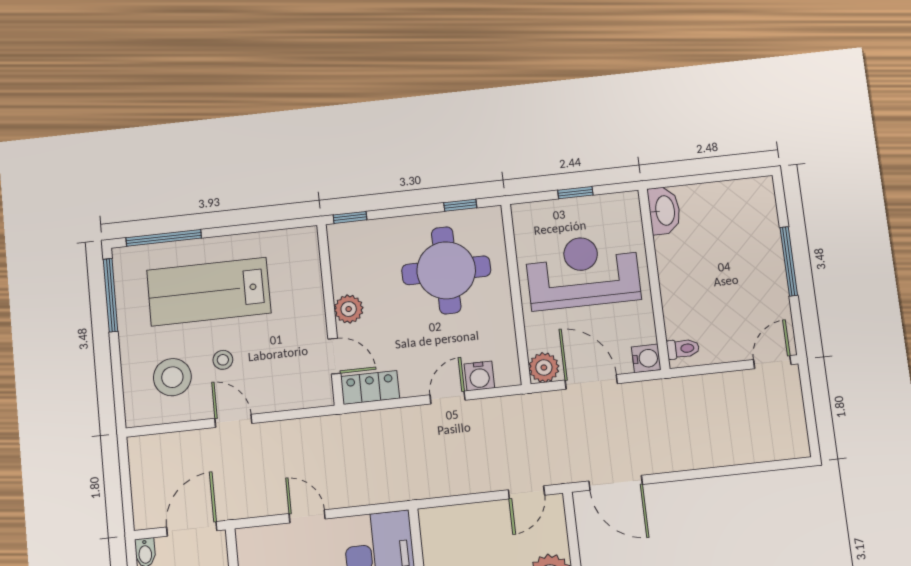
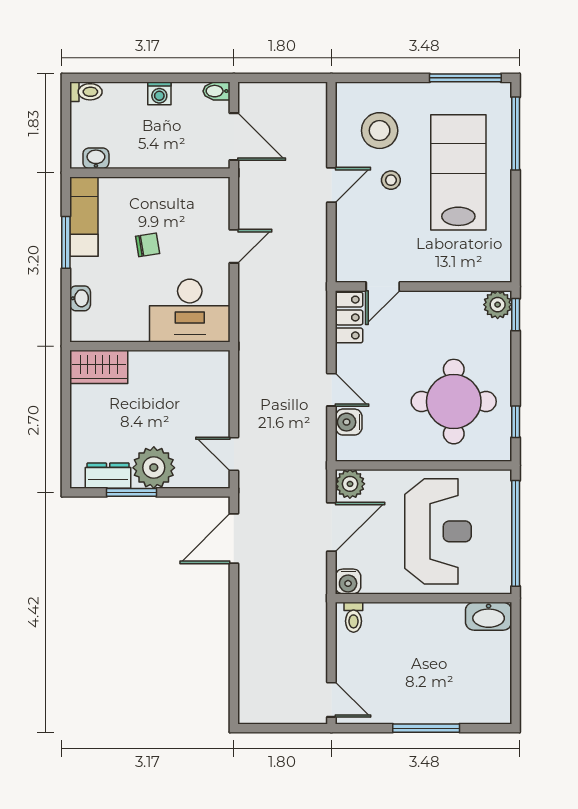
window: (575, 193) -> (516, 533), width x3.17
plant: (349, 309) -> (498, 305), moved

